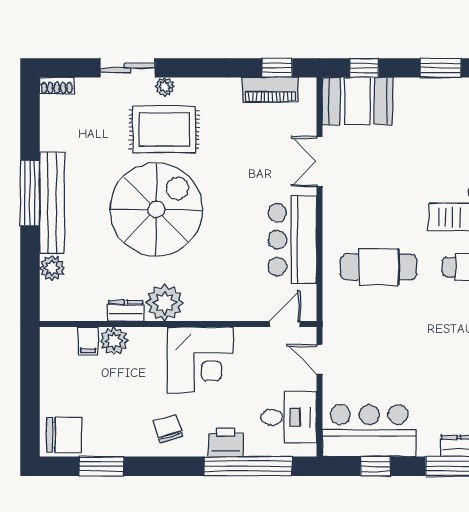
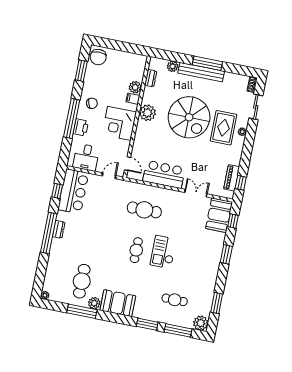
sliding door: (128, 68) -> (256, 107), moved
cafe table: (379, 267) -> (144, 210), turned 90
dresser: (126, 311) -> (151, 78), moved
filing cabinet: (88, 341) -> (133, 99), moved
window: (248, 466) -> (72, 118), moved

